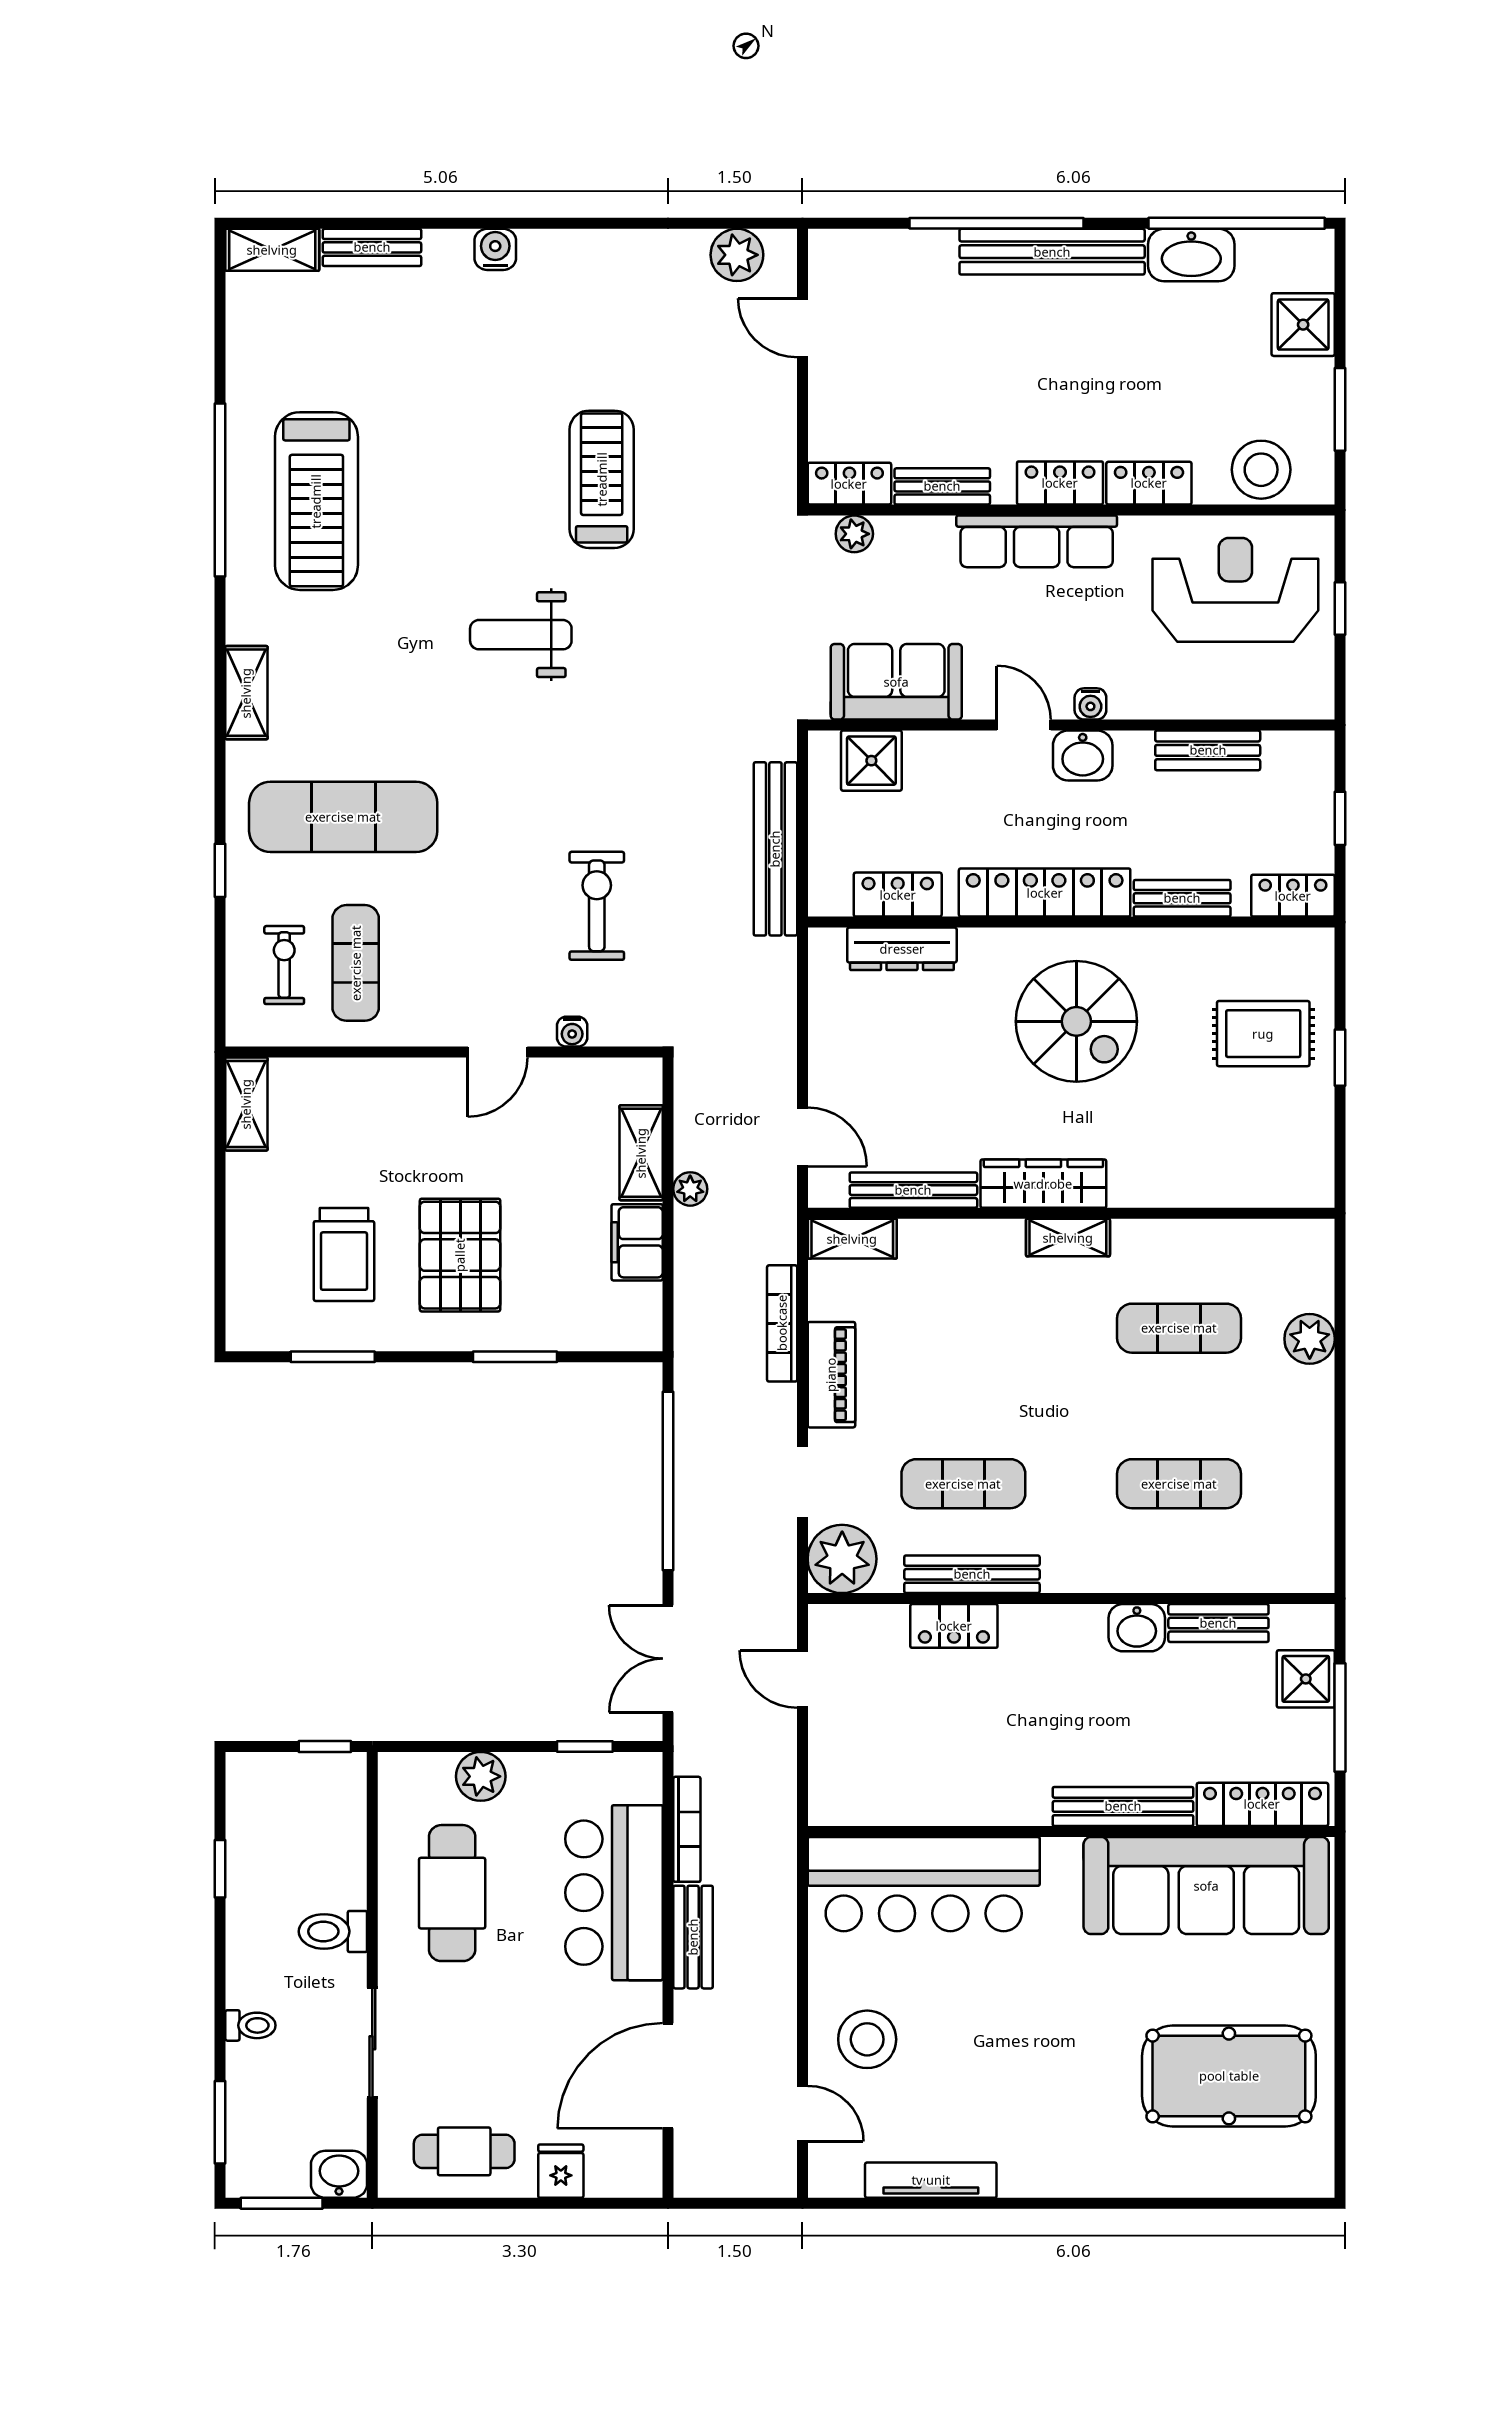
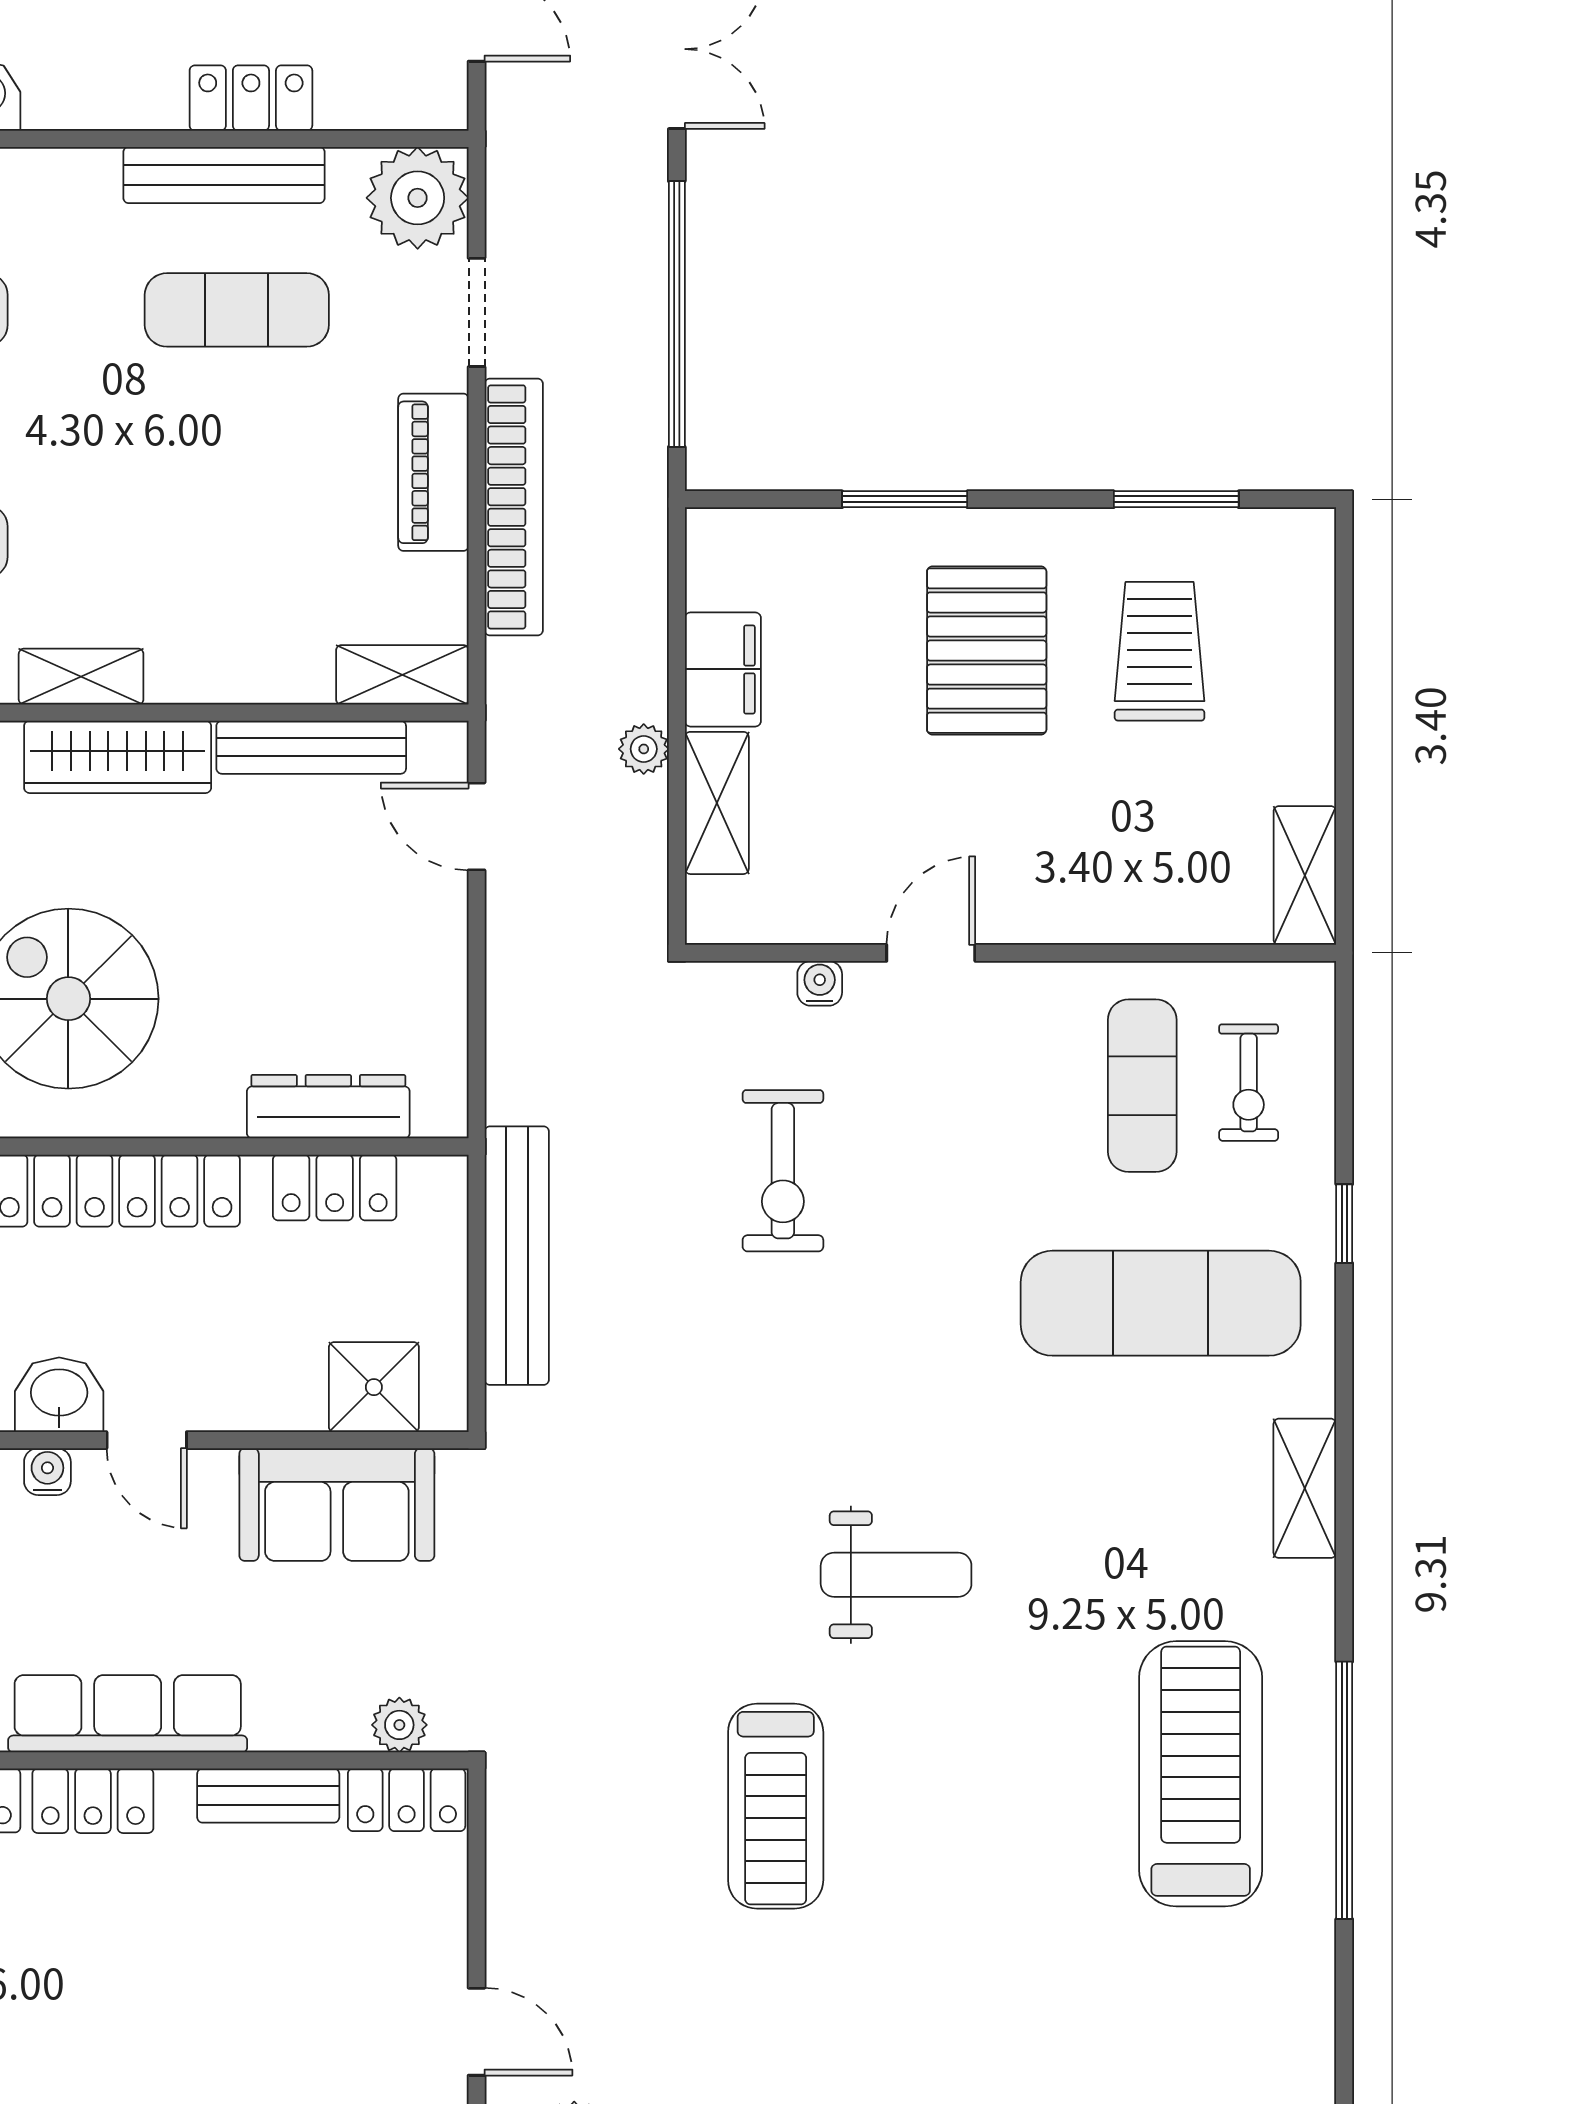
bookcase: (782, 1323) -> (514, 507), width x1.48, depth x1.31

